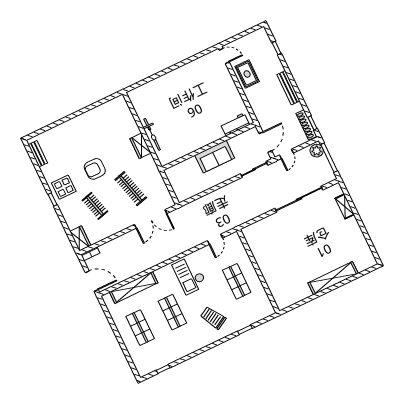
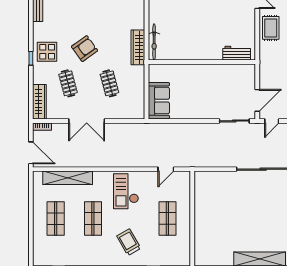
workbench: (235, 124) -> (237, 53), moved
wardrobe: (140, 146) -> (138, 47), width x1.50
wall: (209, 146) -> (202, 62), moved
sofa: (215, 157) -> (159, 101), moved, turned -90
armchair: (95, 169) -> (85, 49), turned 144
clothes rail: (131, 189) -> (109, 83), width x0.73
double door: (151, 219) -> (87, 121), moved
wardrobe: (80, 239) -> (39, 102), width x1.50

